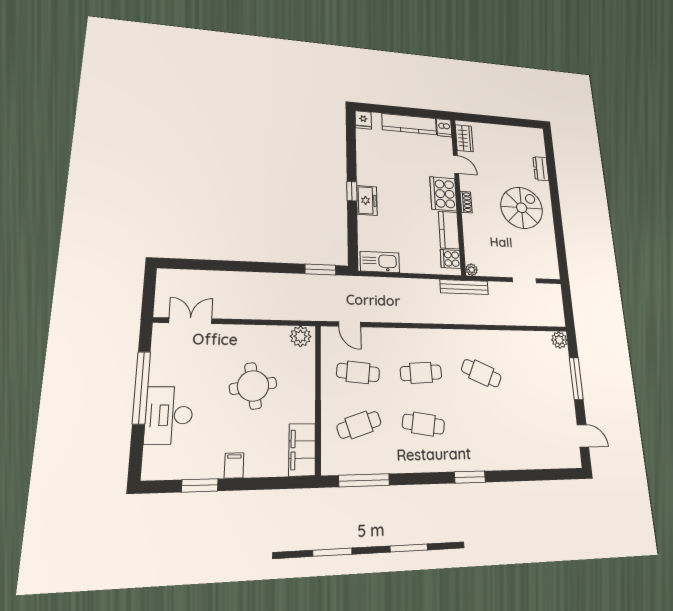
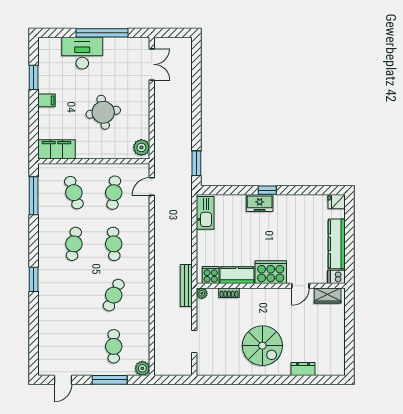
shoe rack: (466, 202) -> (229, 293), moved
cafe table: (539, 374) -> (114, 346), added

